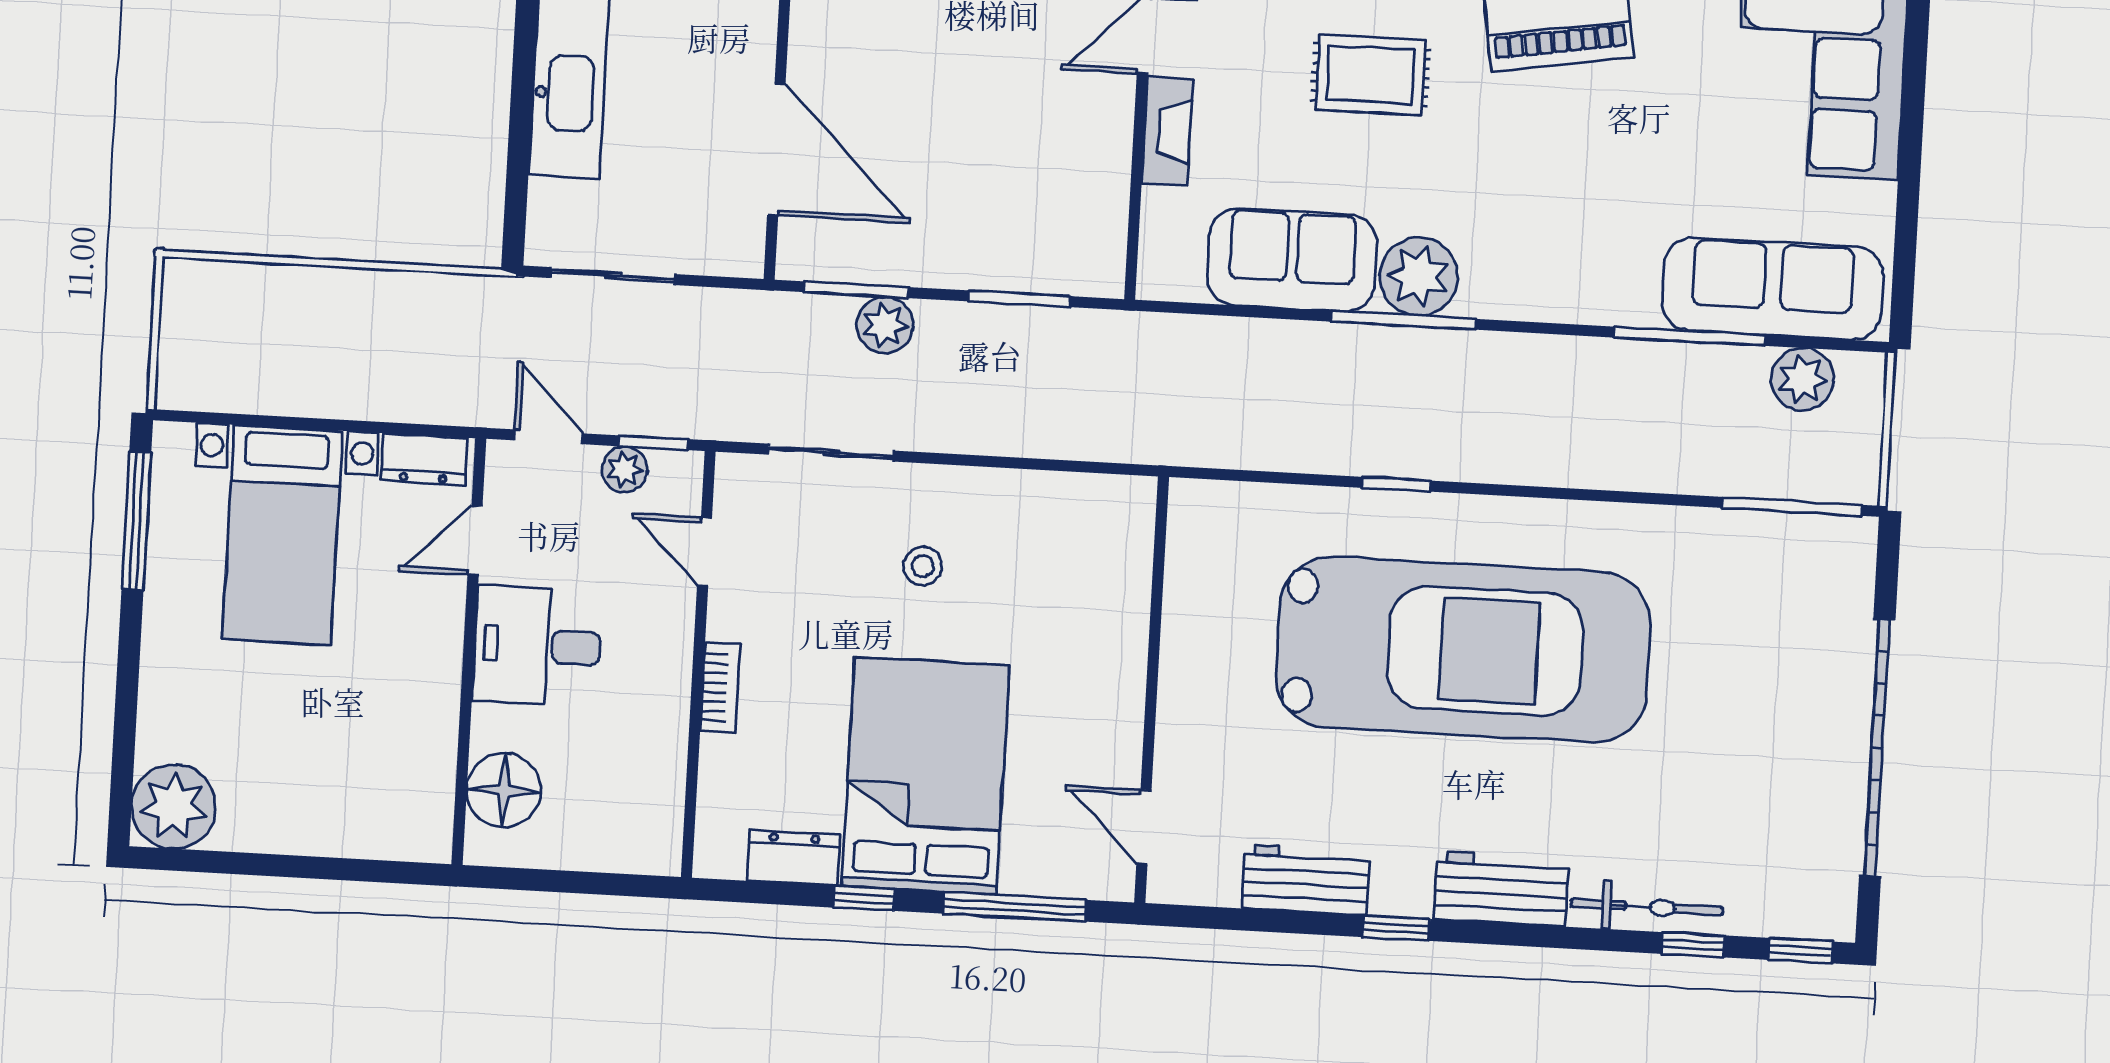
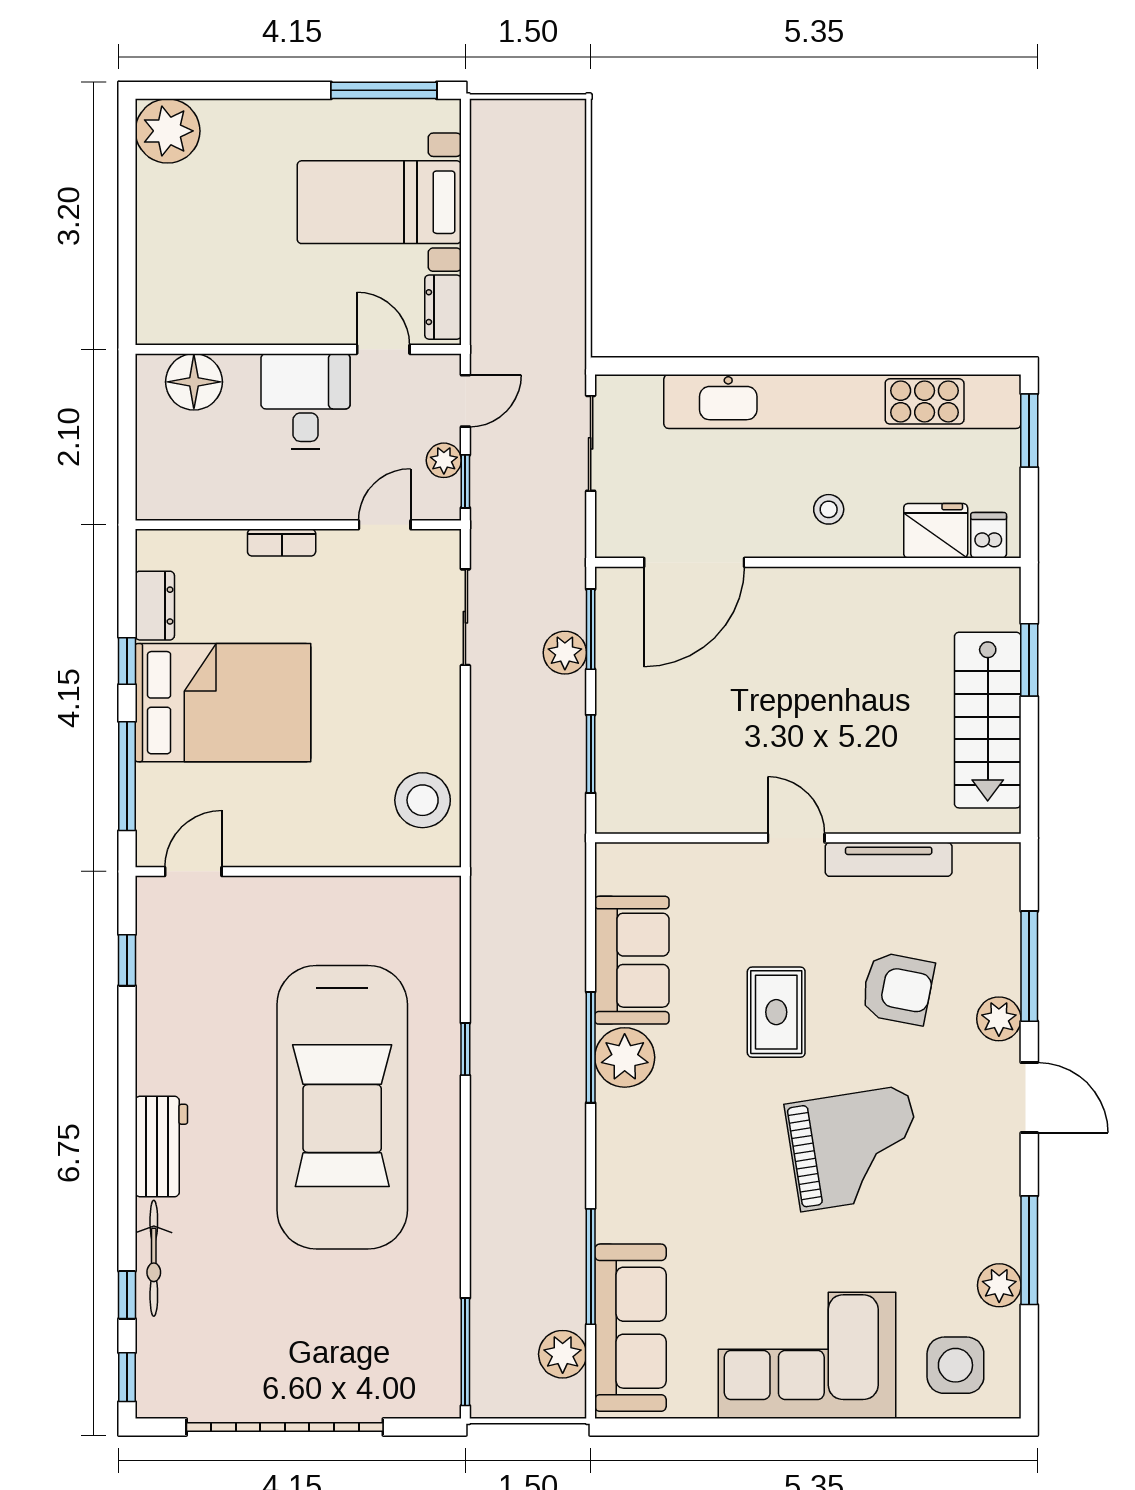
fireplace: (1167, 131) -> (725, 860), removed
stool: (923, 566) -> (423, 800), moved, width x1.89, depth x1.89
workbench: (1306, 880) -> (160, 997), removed
window: (1396, 928) -> (127, 960), moved

